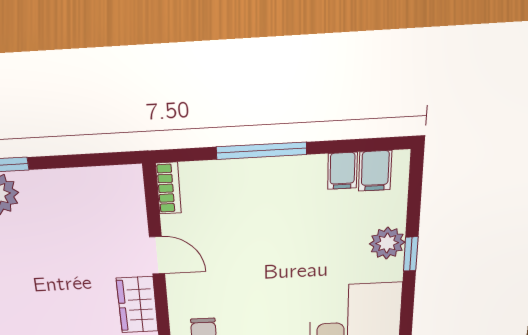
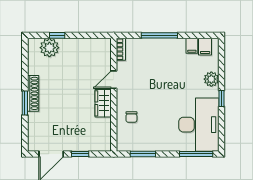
window: (411, 254) -> (221, 98), moved
door: (157, 255) -> (114, 80), swing flipped

